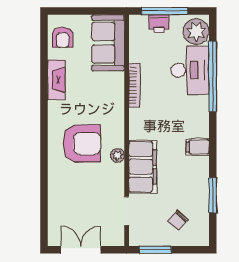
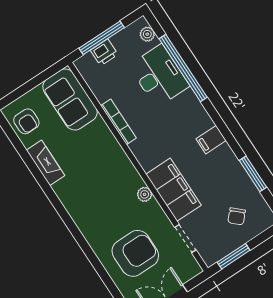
plant: (196, 32) -> (147, 34), width x0.53, depth x0.53
armchair: (82, 144) -> (135, 253), moved

